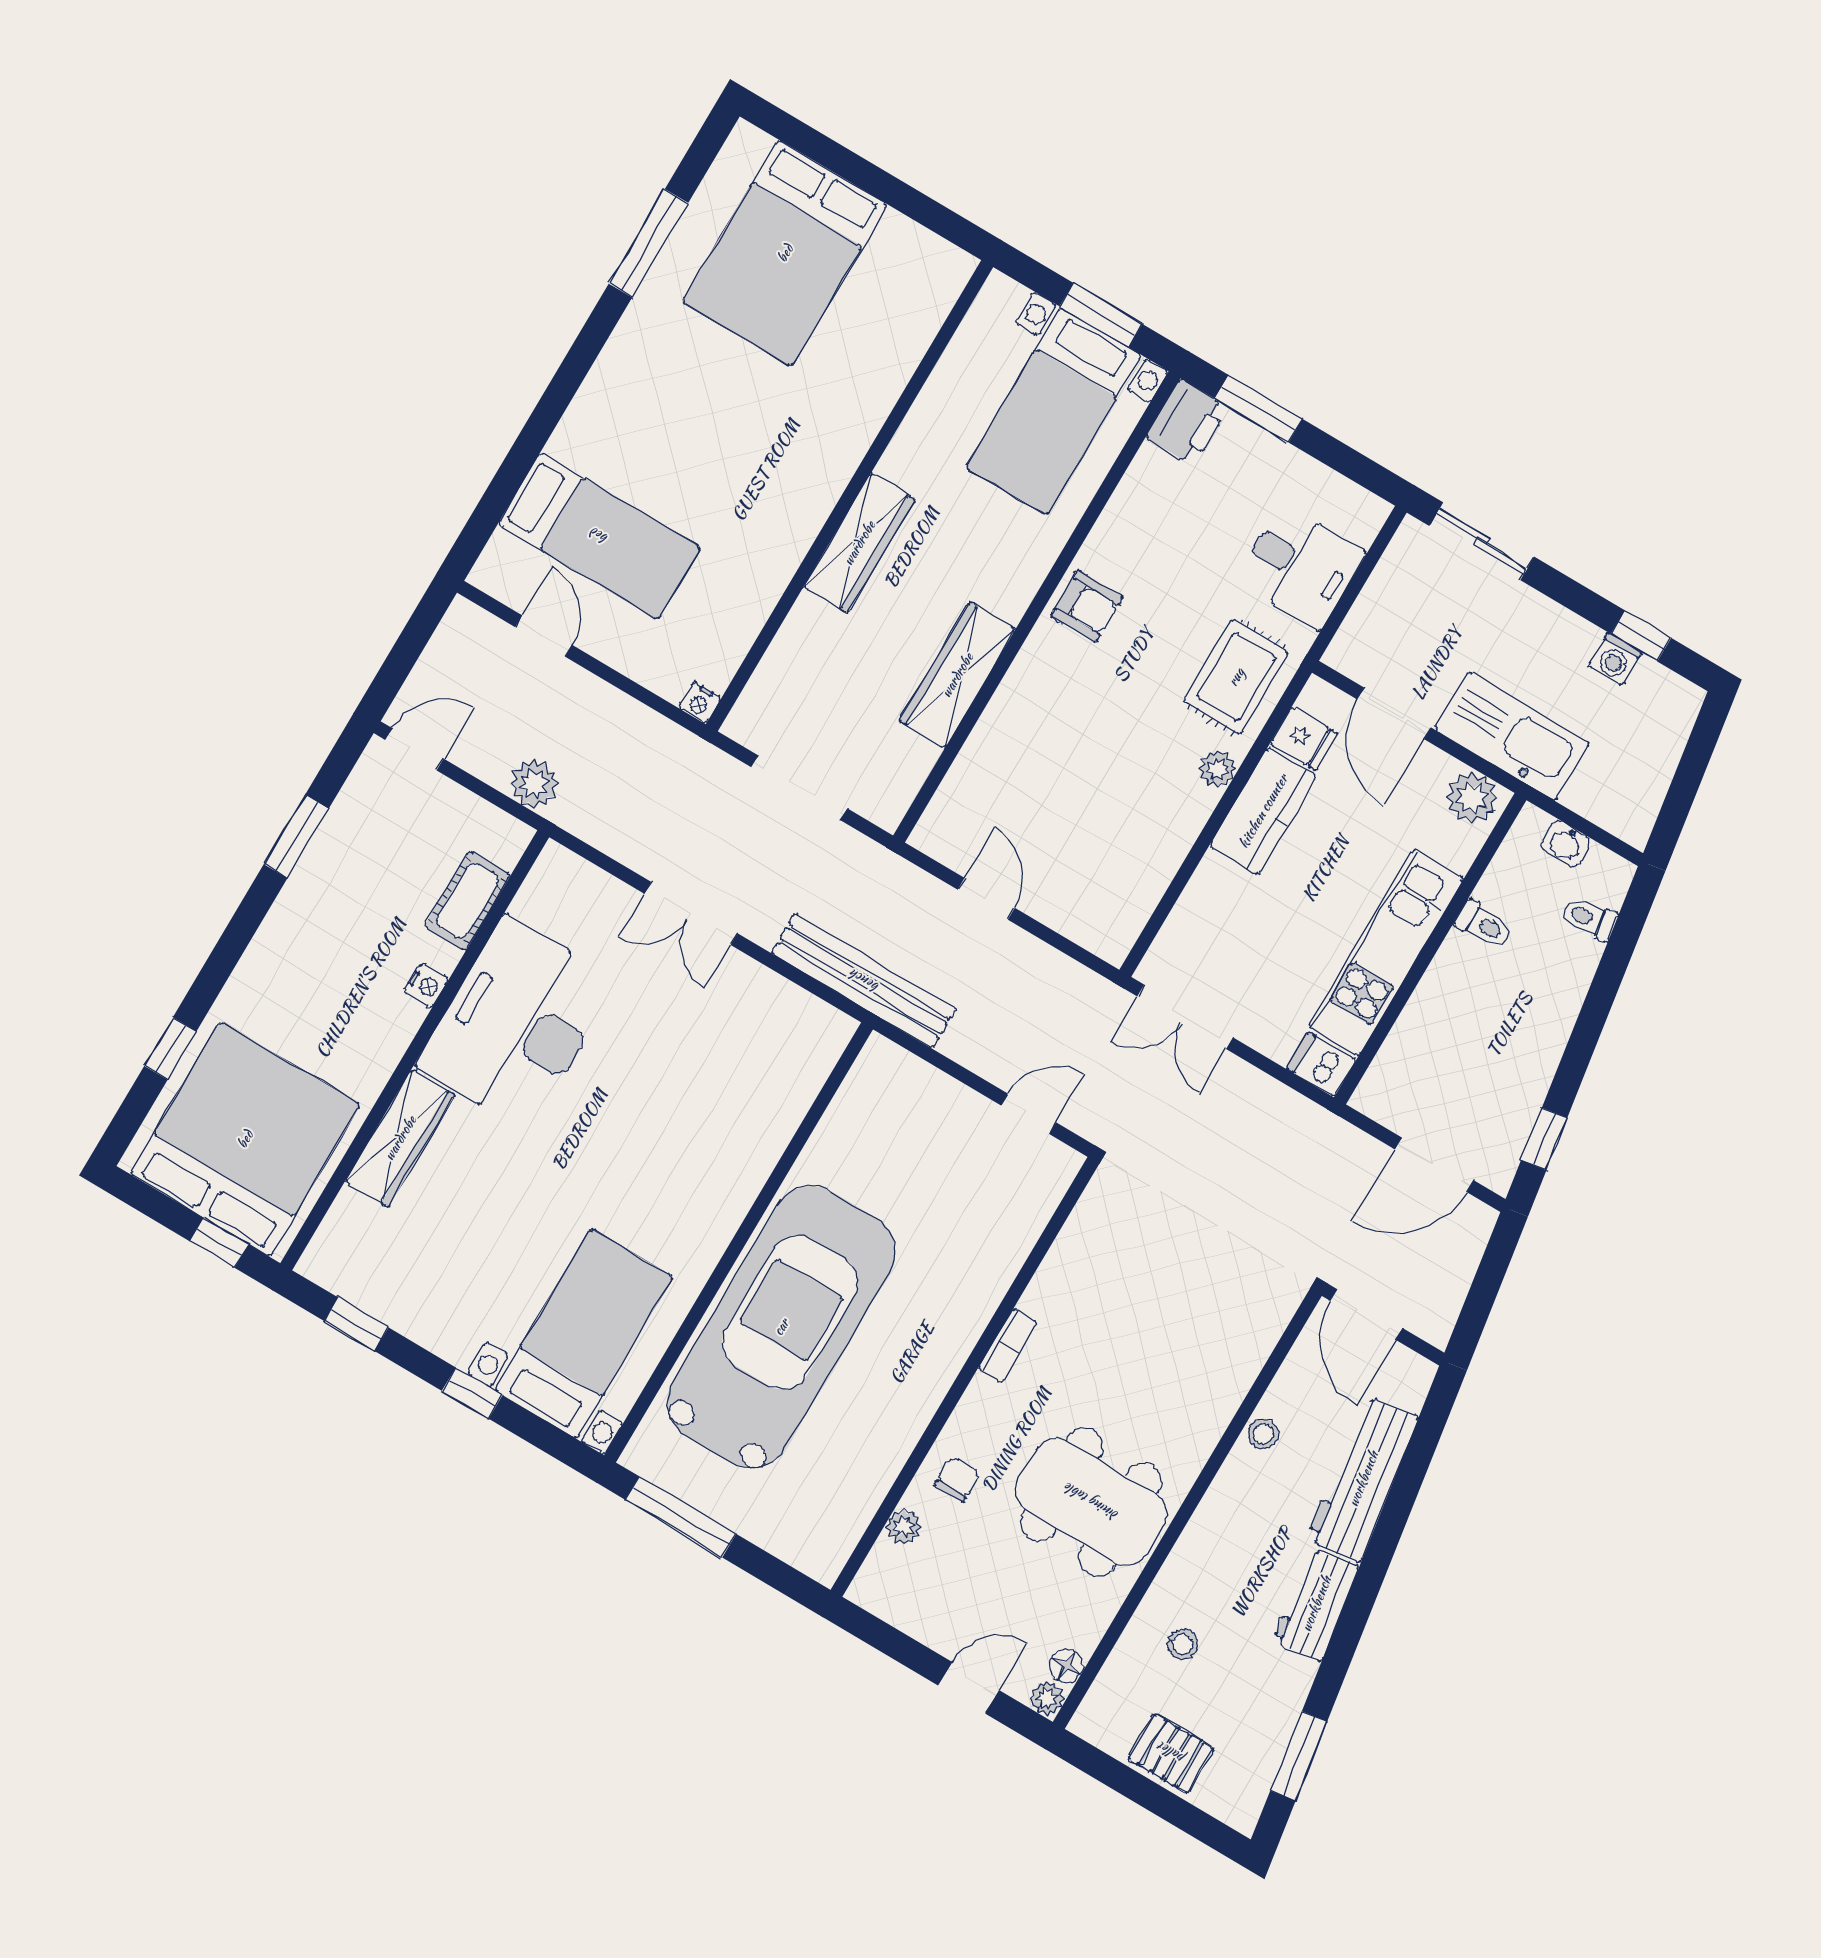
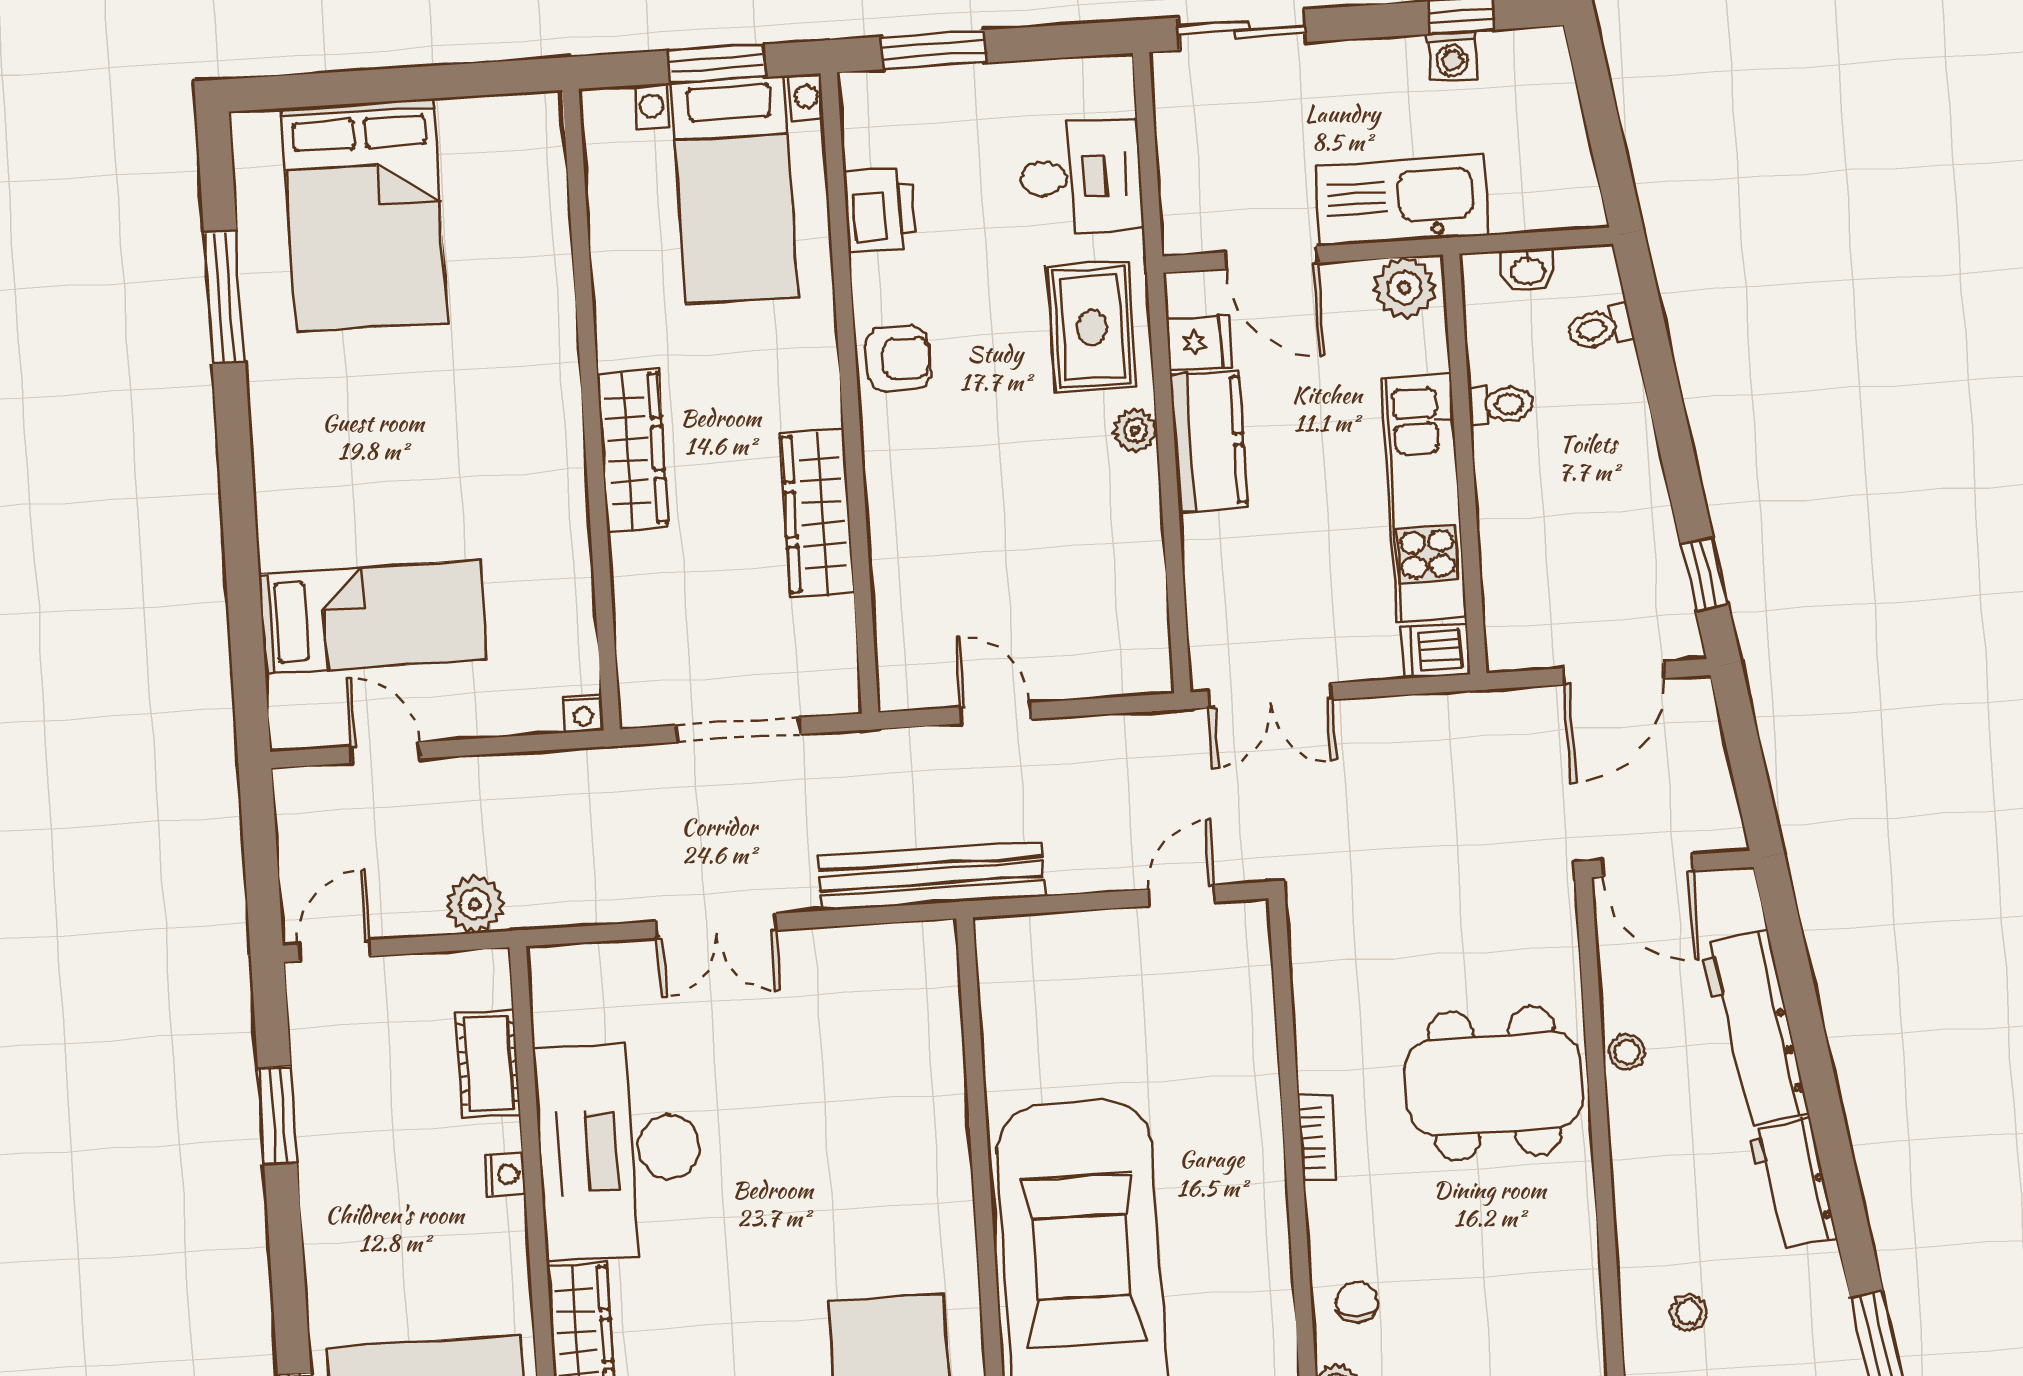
printer: (1187, 422) -> (880, 210), moved
dining table: (1091, 1502) -> (1494, 1084), moved

